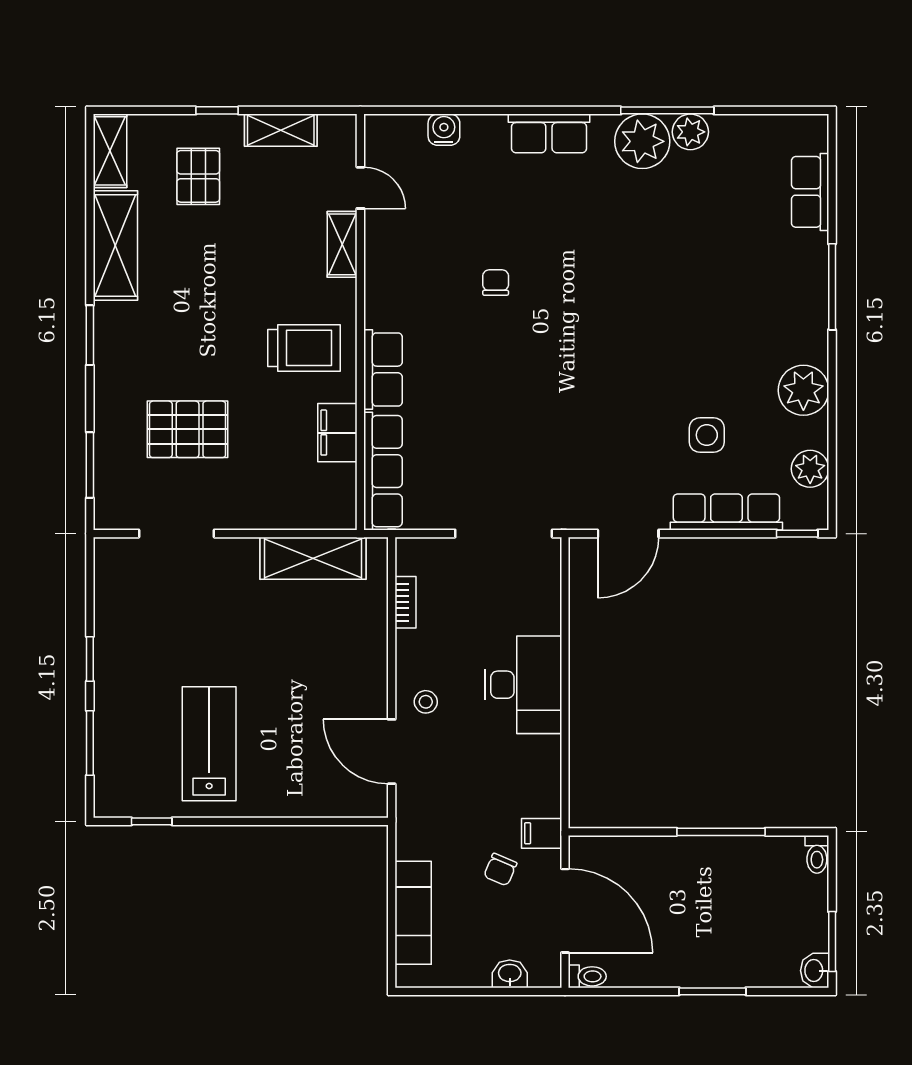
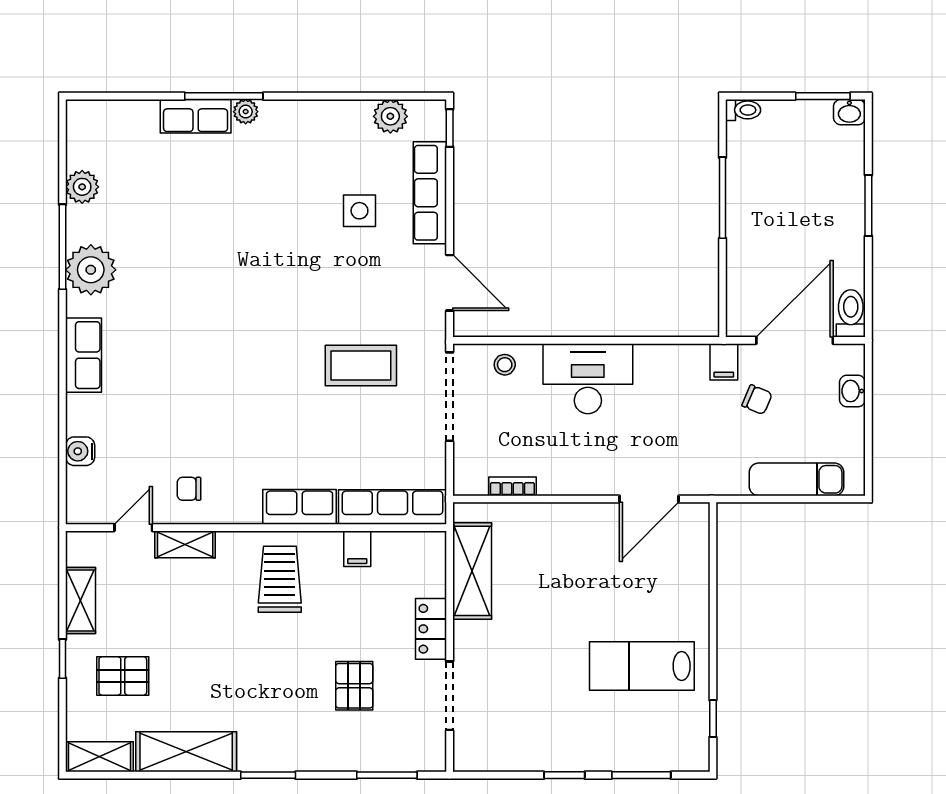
plant: (690, 132) -> (82, 187), moved
row of seats: (810, 192) -> (196, 116), moved
chair: (496, 283) -> (189, 489), moved
plant: (803, 390) -> (246, 112), moved, width x0.53, depth x0.53
pallet: (188, 429) -> (354, 686), width x0.67, depth x0.71
filing cabinet: (337, 433) -> (357, 549), width x0.50
coffee table: (538, 437) -> (361, 366), added
locker: (250, 513) -> (431, 629), added
stool: (426, 702) -> (505, 365), moved
toilet: (587, 976) -> (851, 313), width x1.37, depth x1.39

